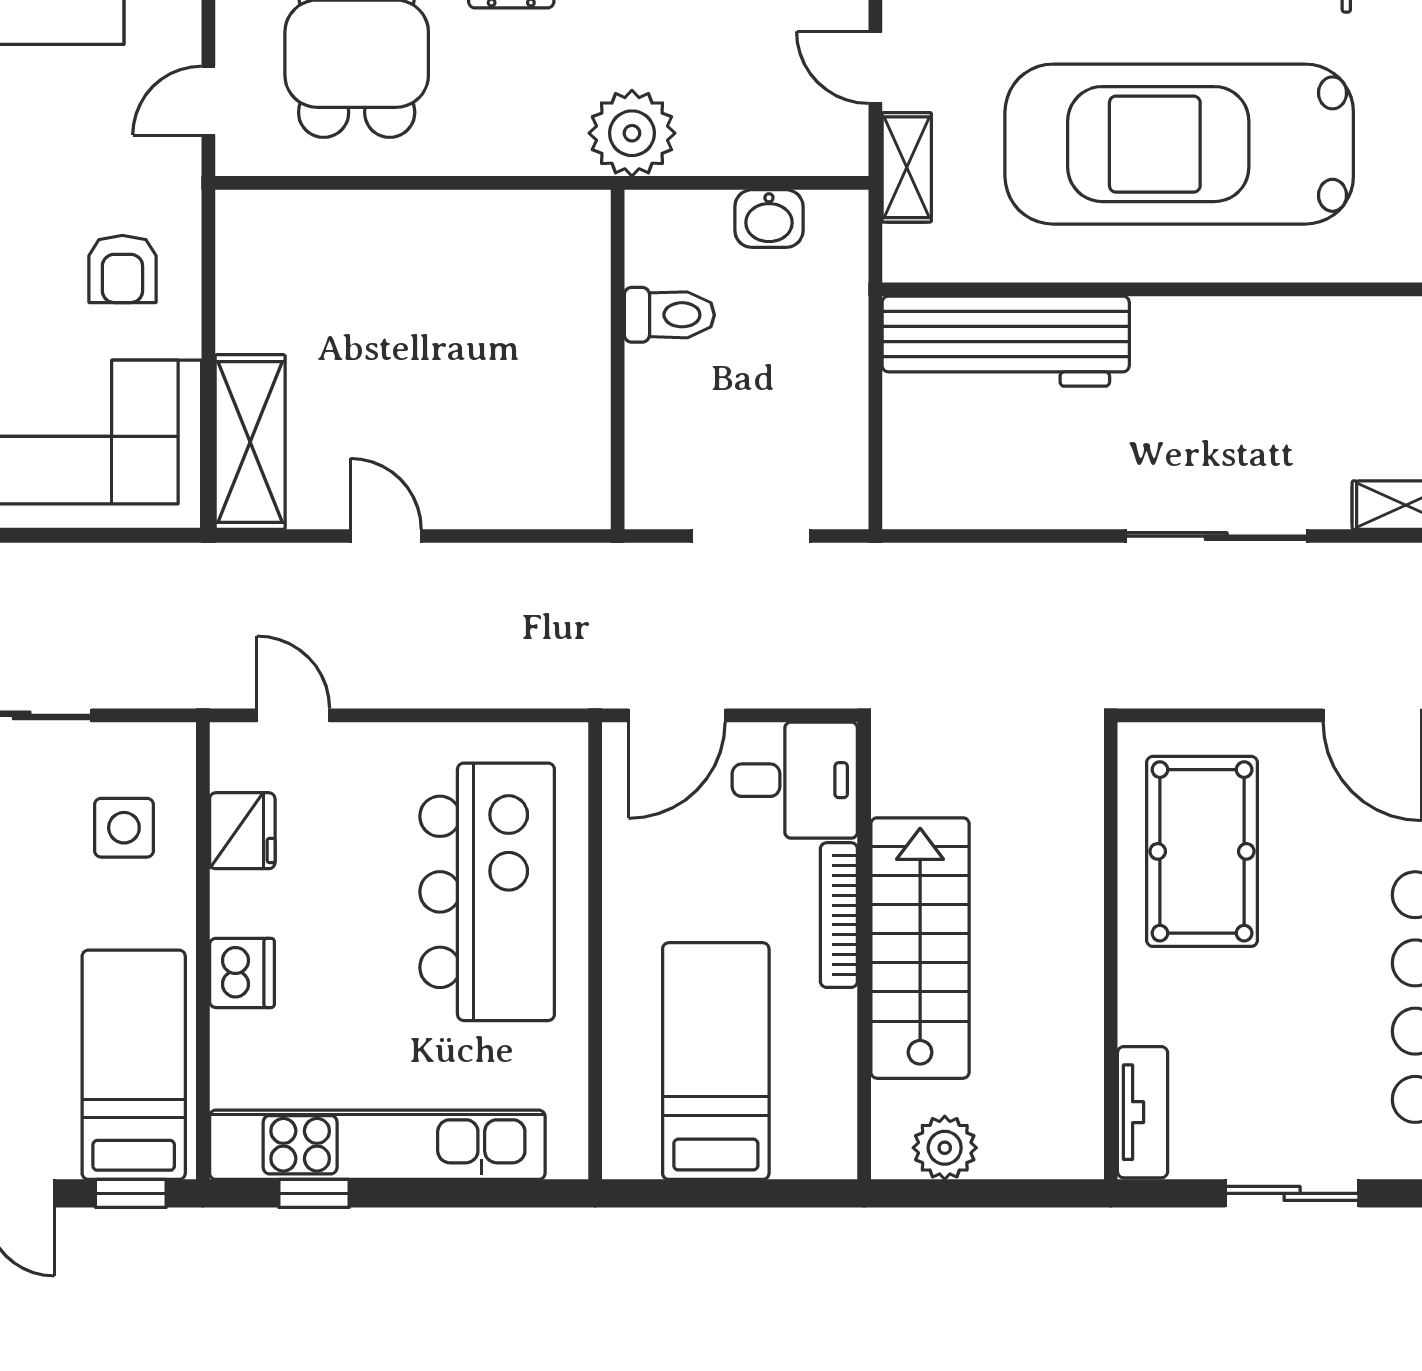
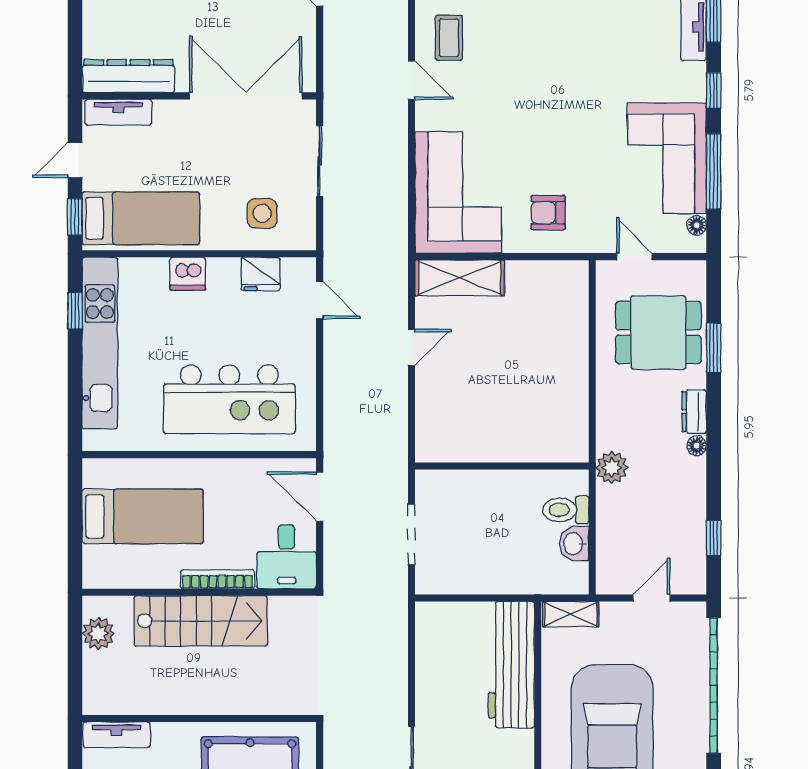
plant: (632, 133) -> (612, 468), width x0.73, depth x0.73
shelving: (907, 167) -> (571, 614), moved
toilet: (669, 315) -> (566, 510), moved, turned 90
door: (293, 715) -> (320, 300), hinge flipped

